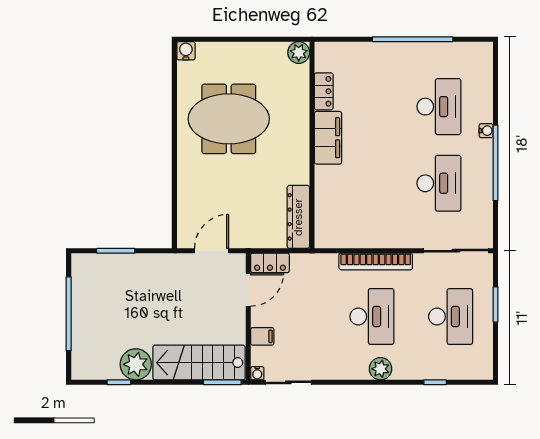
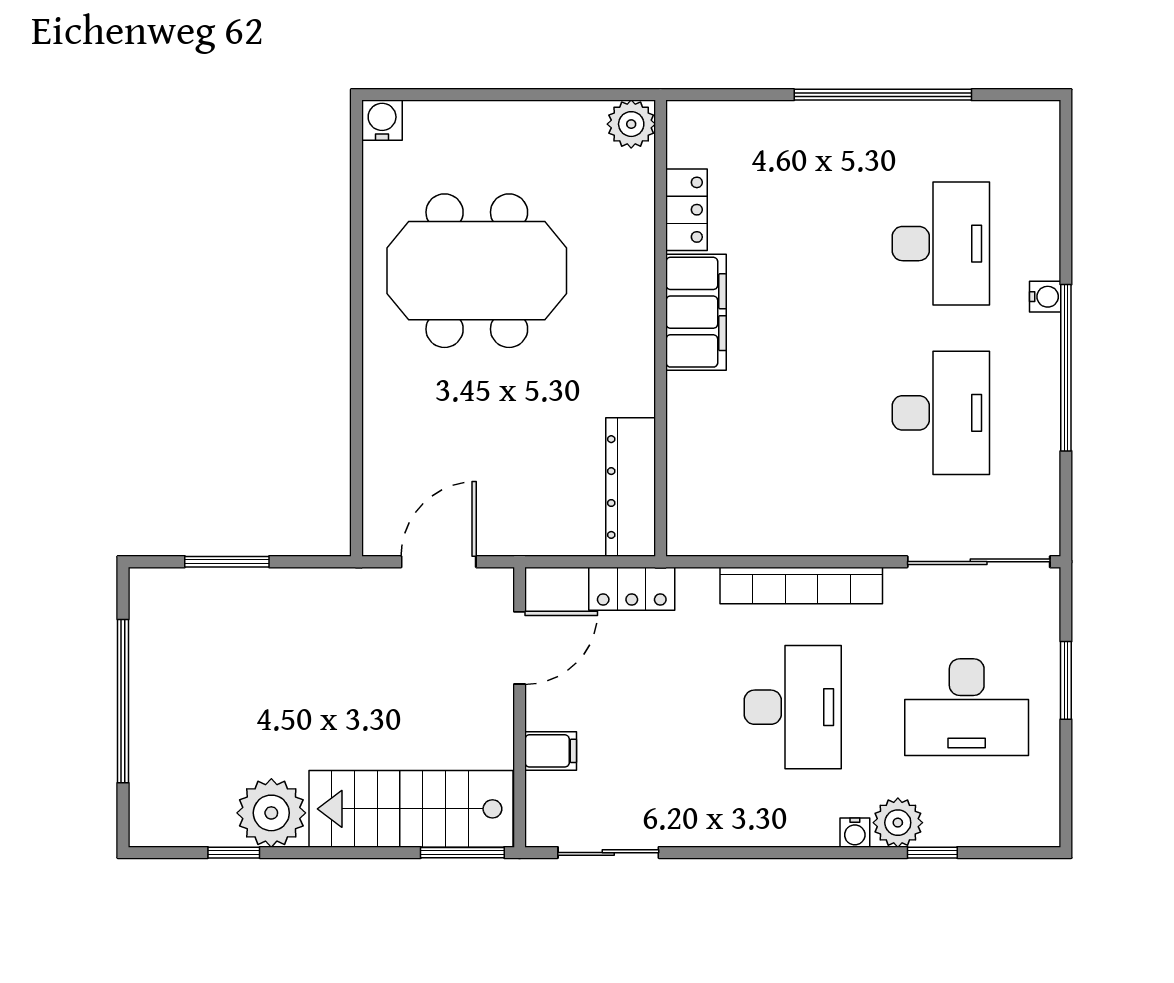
locker: (270, 263) -> (632, 589), moved
desk: (451, 316) -> (967, 707), turned 90
plant: (380, 369) -> (898, 823), moved
water cooler: (257, 373) -> (855, 833), moved

